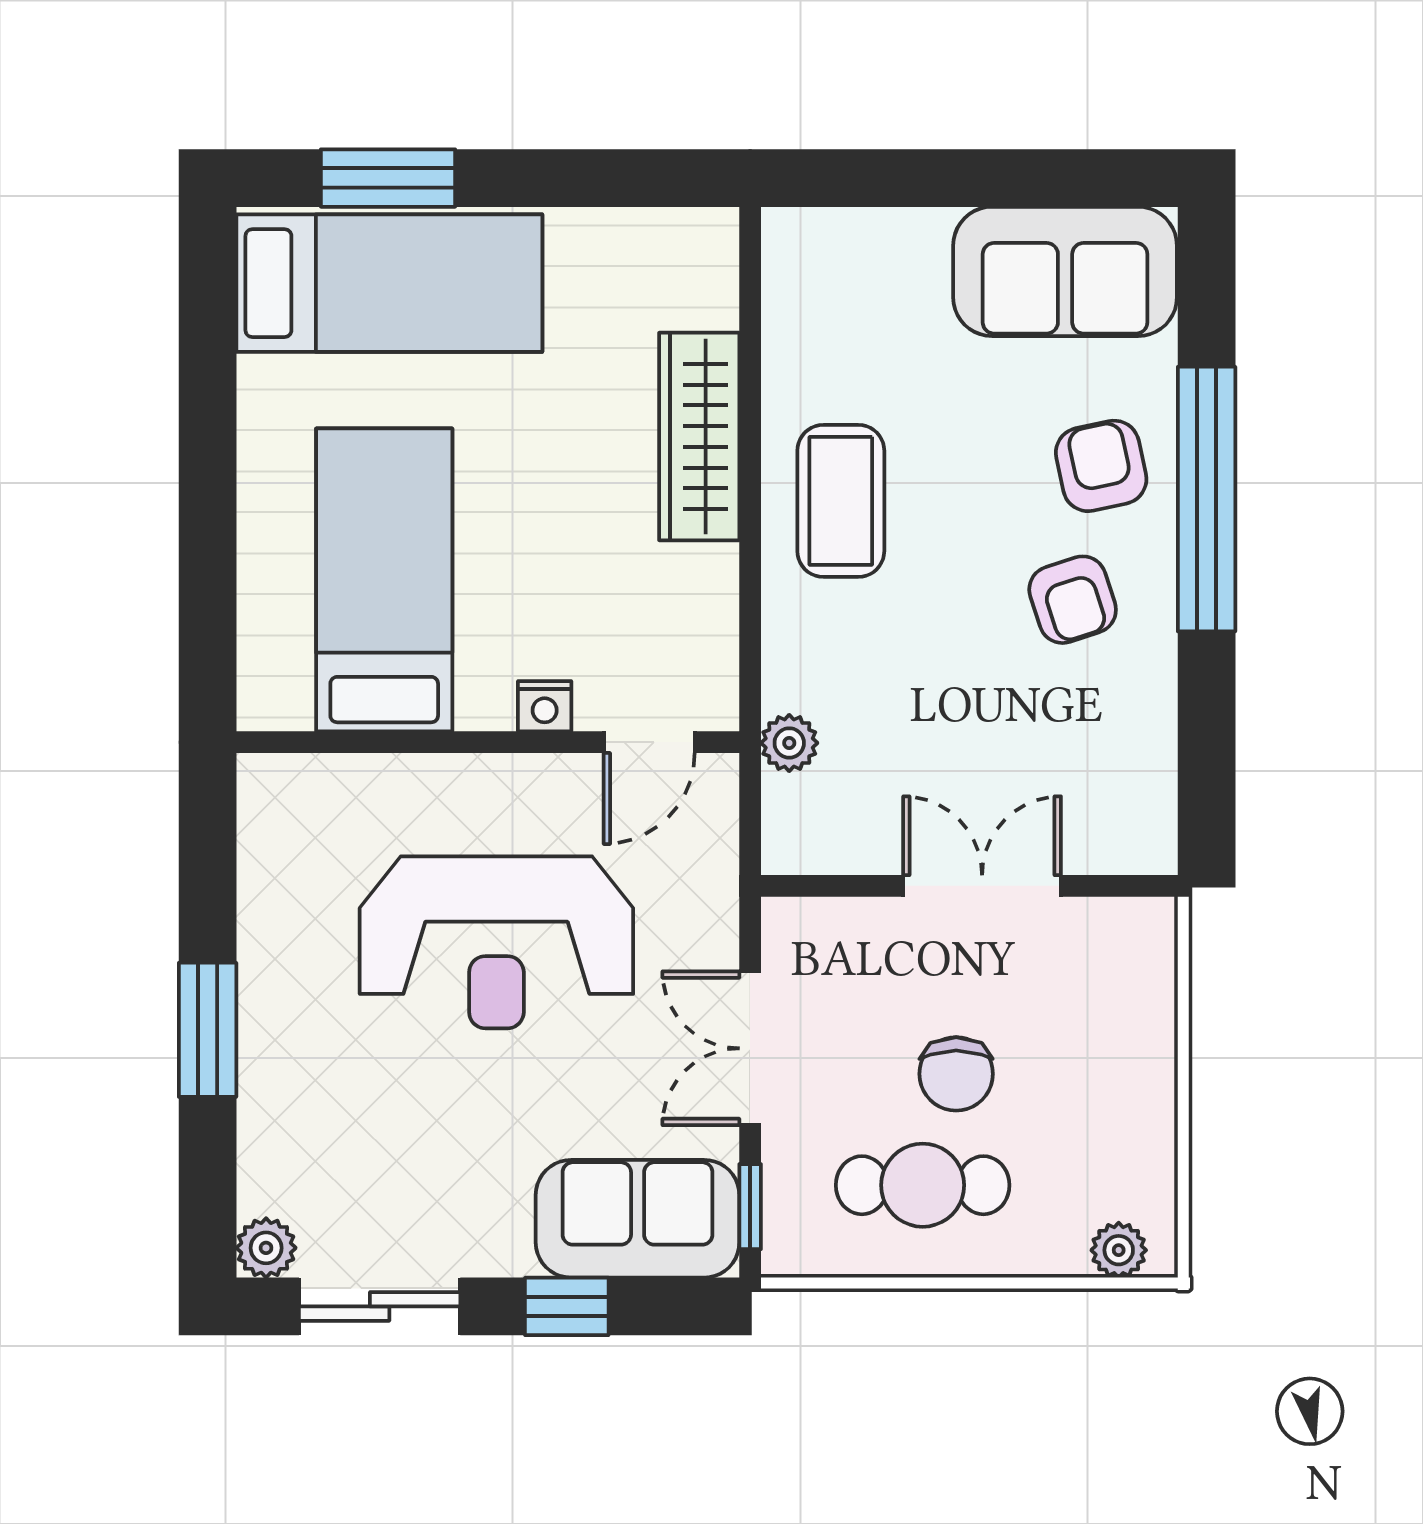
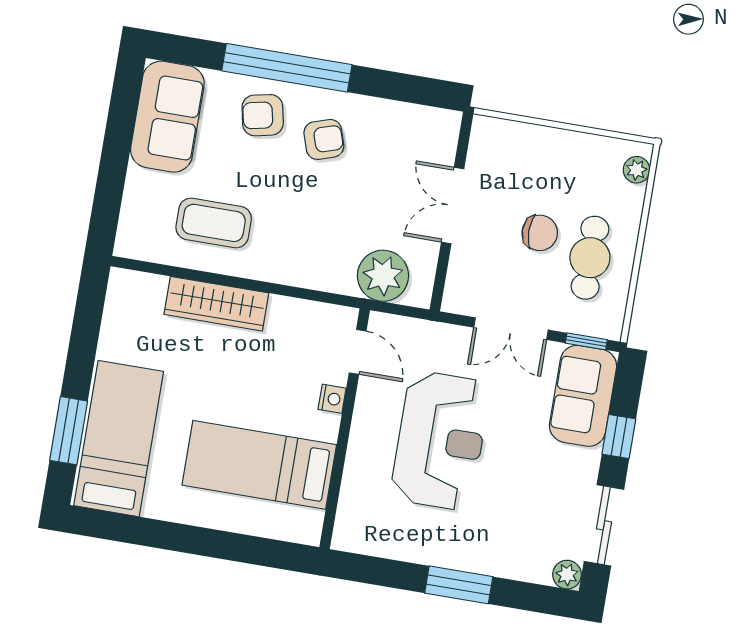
coffee table: (841, 501) -> (214, 223), moved
plant: (789, 743) -> (383, 276), width x1.88, depth x1.88

